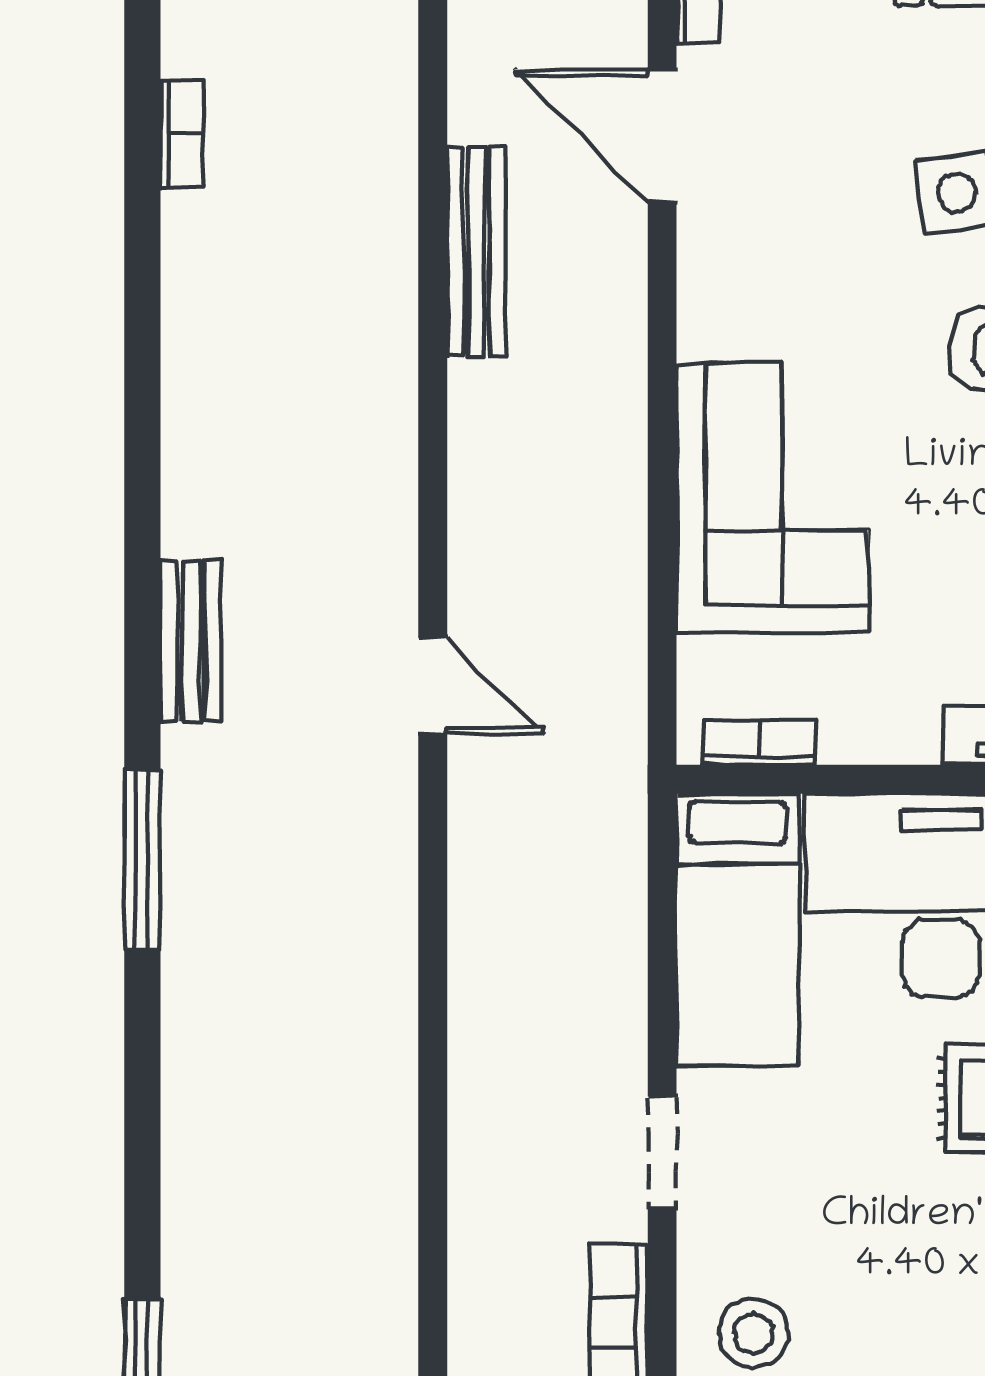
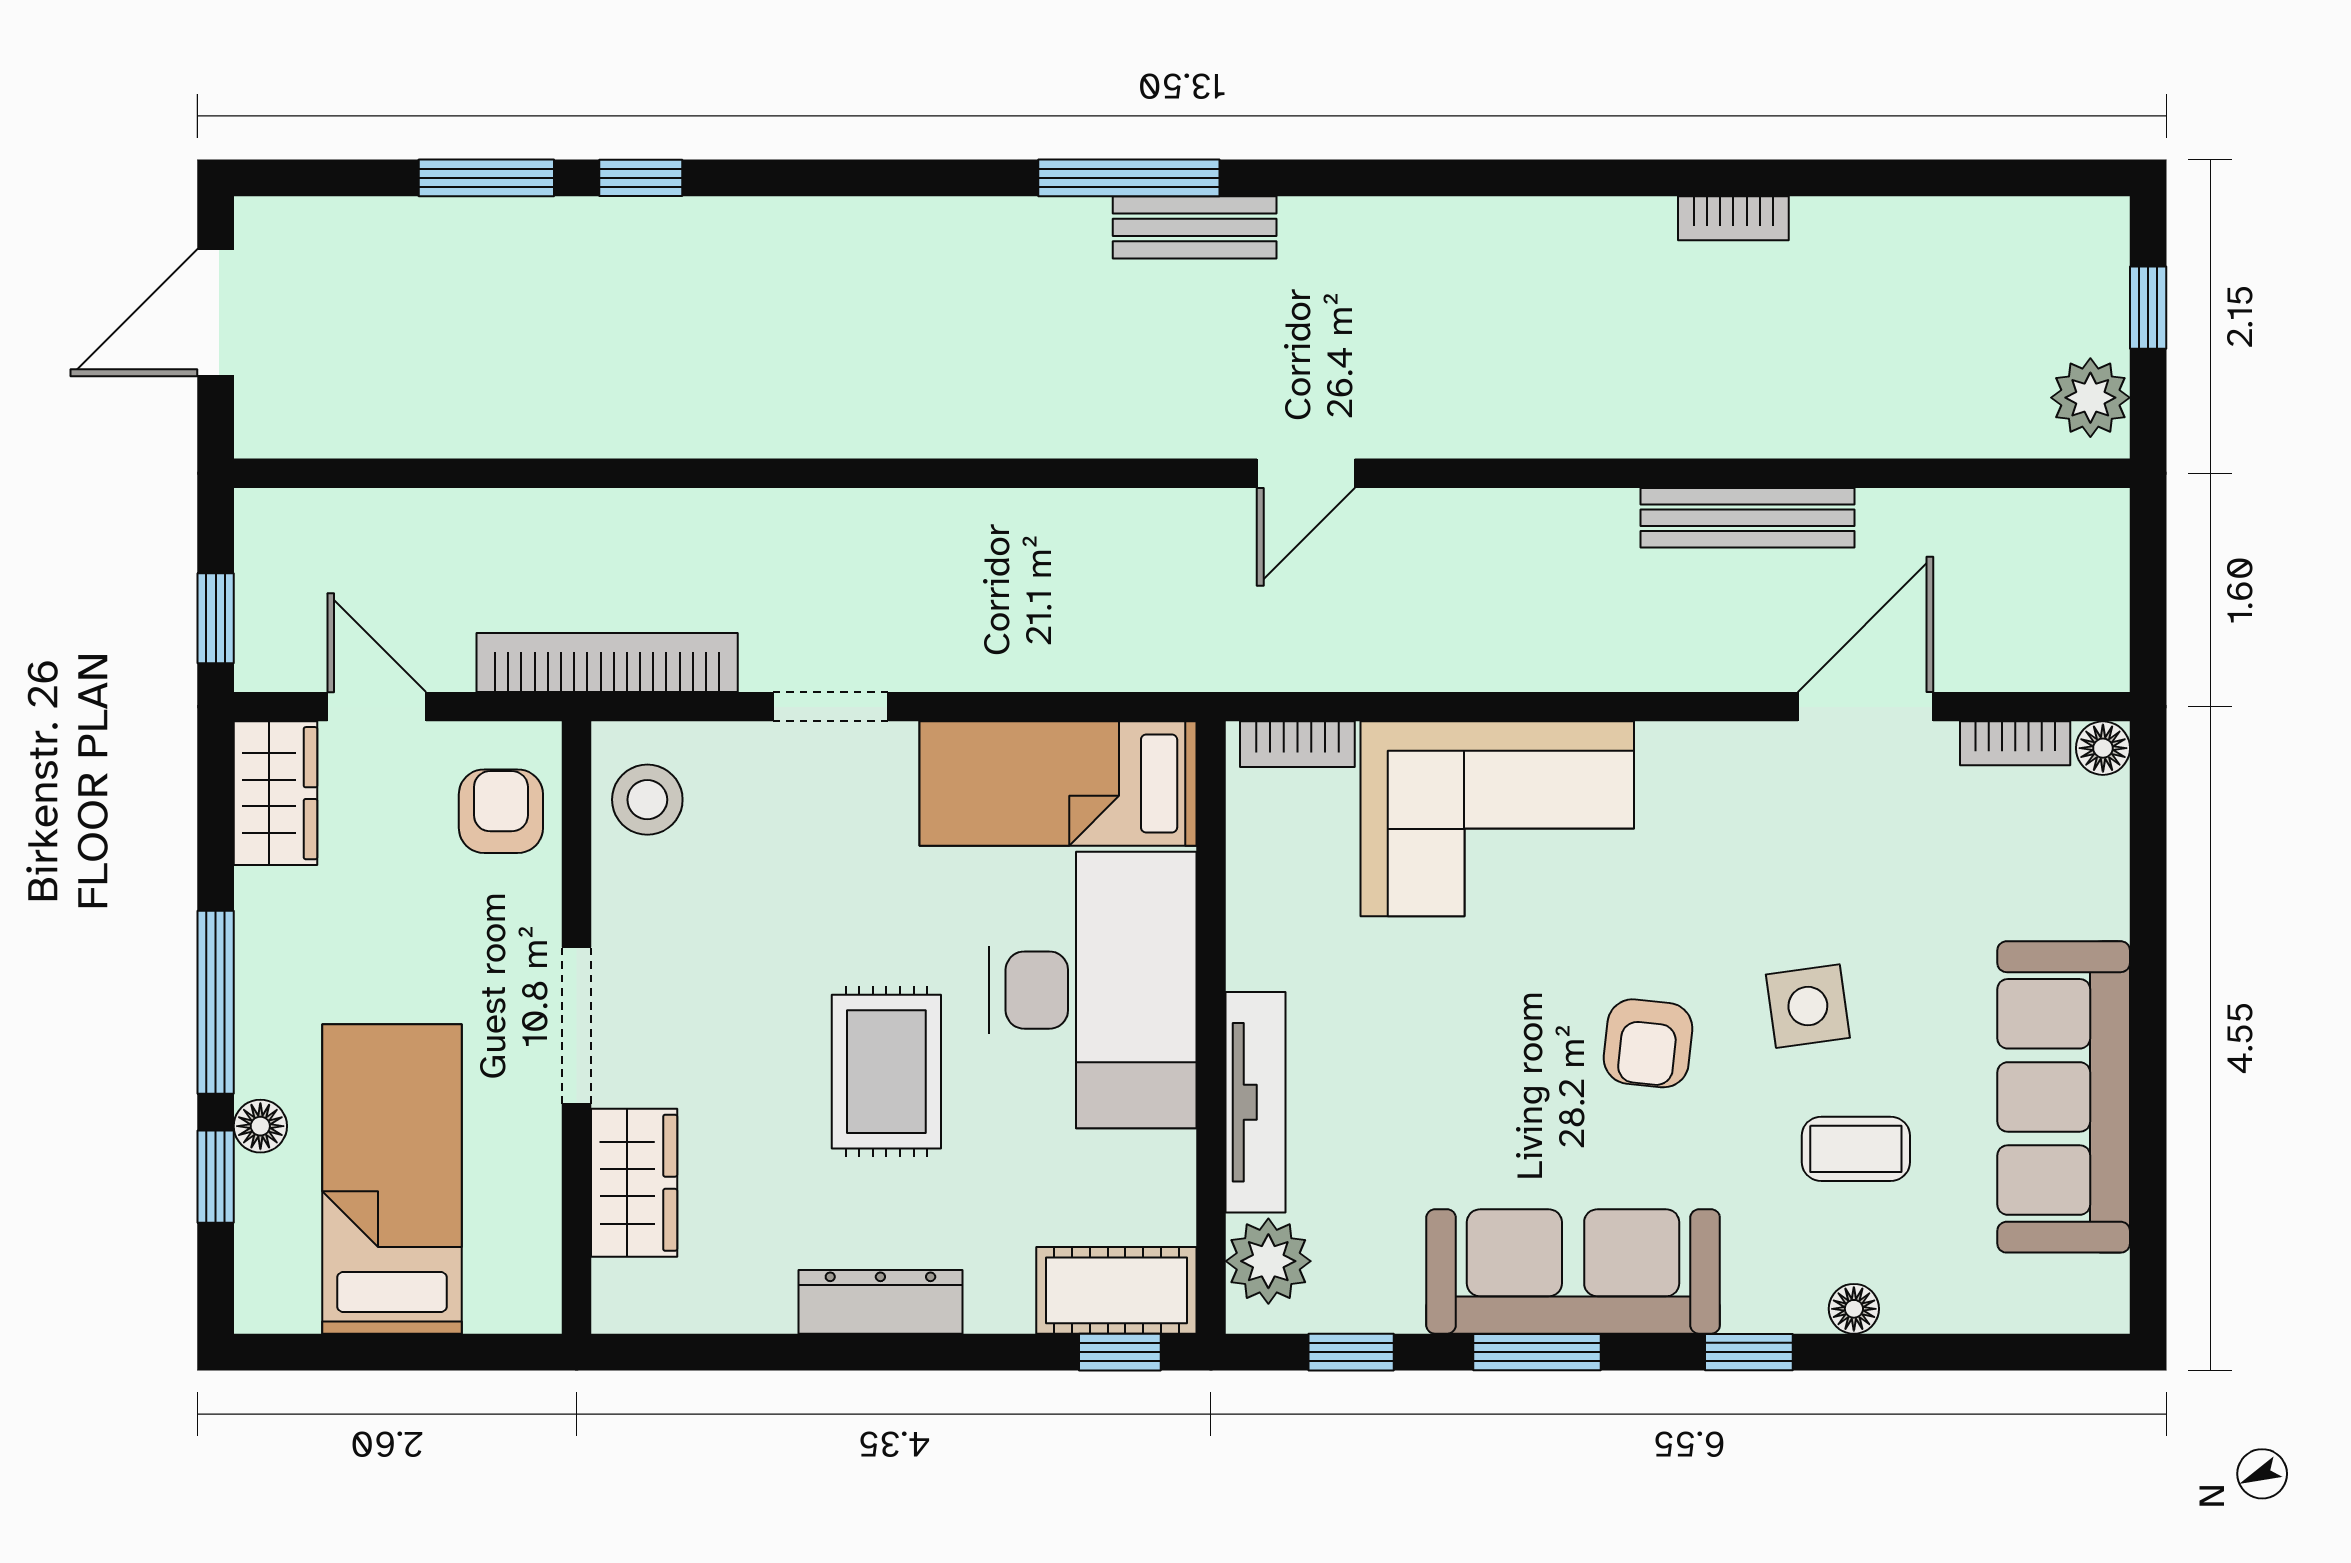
bookcase: (182, 134) -> (1733, 218), moved
bench: (191, 641) -> (1195, 227), moved
bookcase: (760, 742) -> (1297, 744), moved, turned 90

